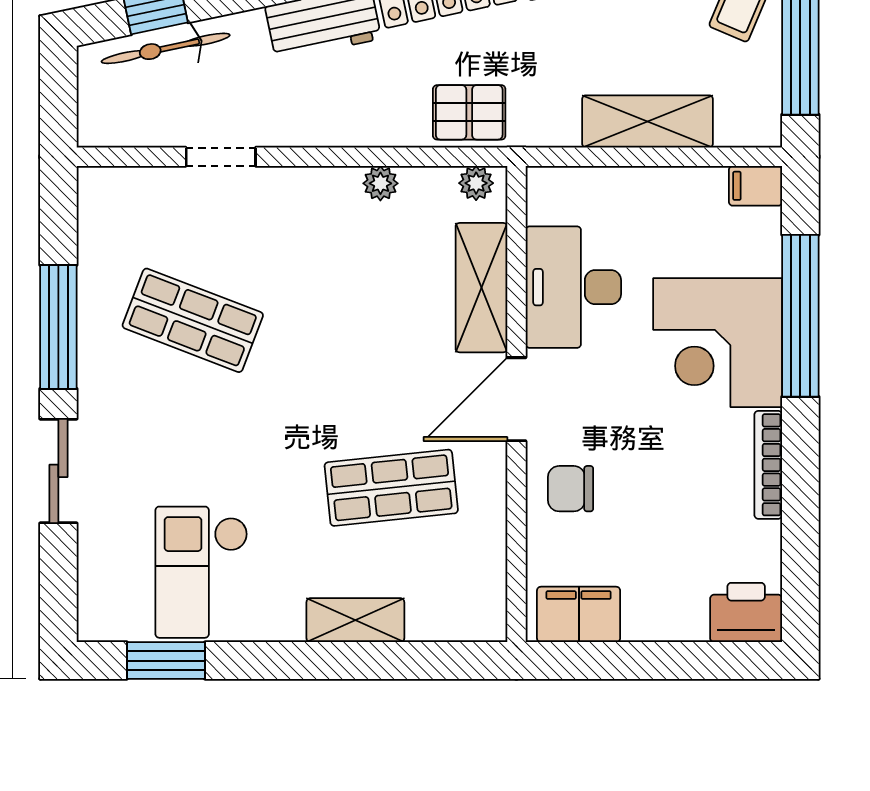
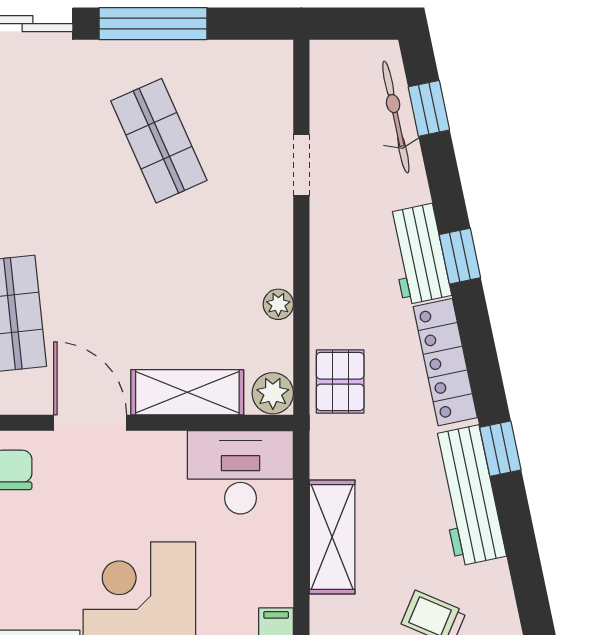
plant: (476, 183) -> (273, 393), width x1.38, depth x1.38
desk: (573, 287) -> (240, 472), moved
shop shelf: (193, 320) -> (159, 141), turned -45

